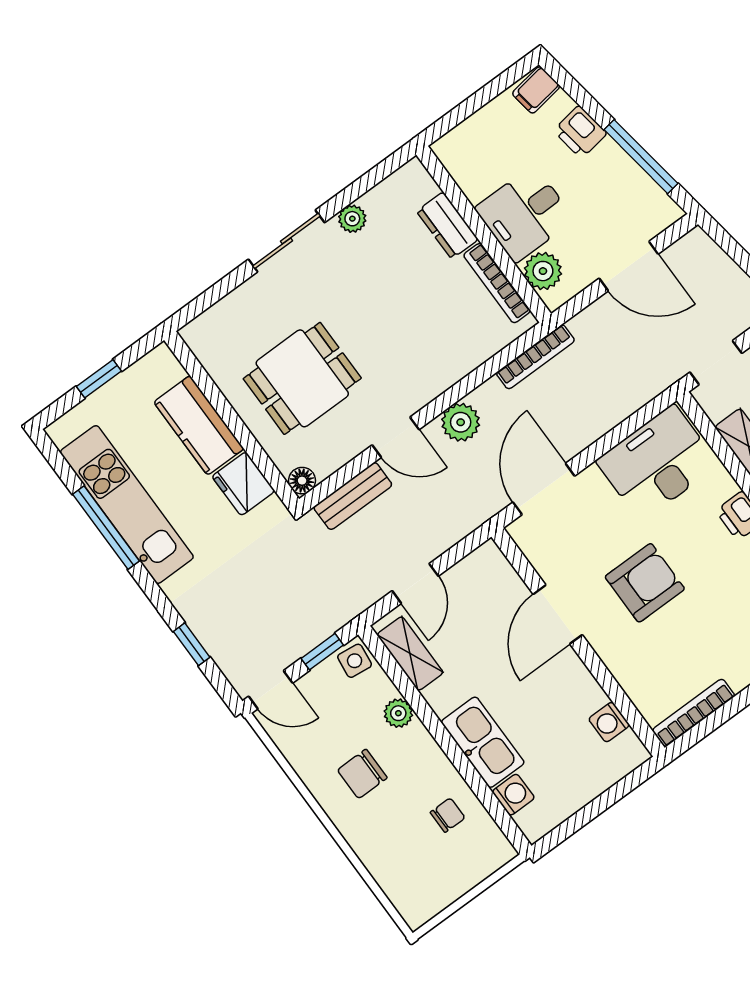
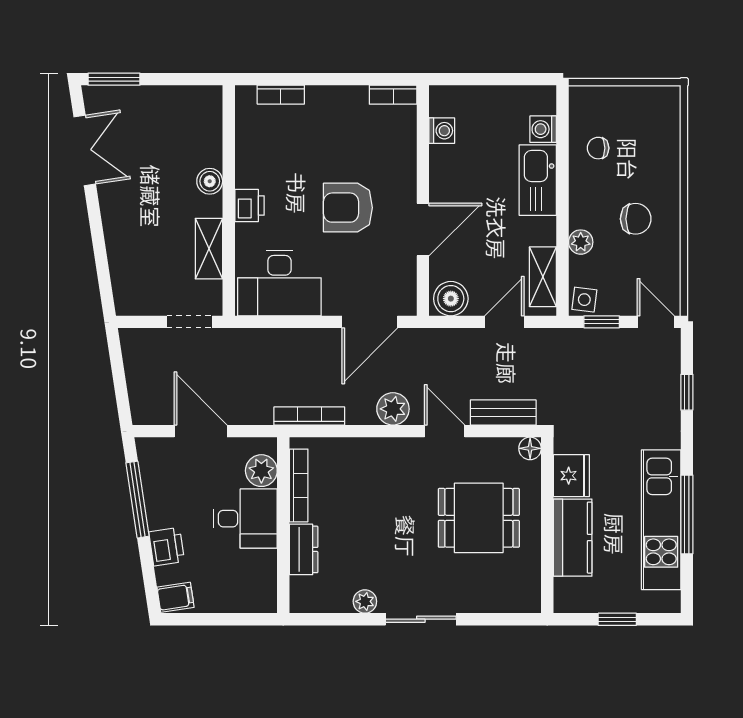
boiler: (483, 568) -> (451, 299), added
bookcase: (694, 713) -> (393, 95), width x0.64

